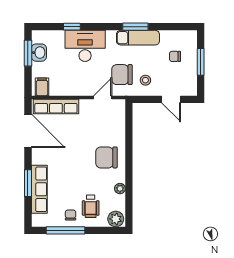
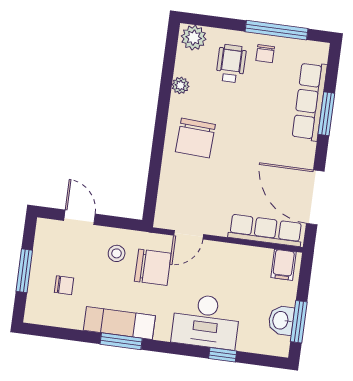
chair: (106, 157) -> (195, 138), turned 93

